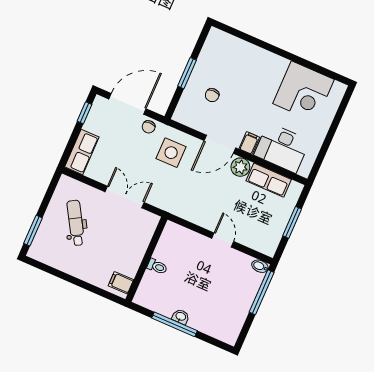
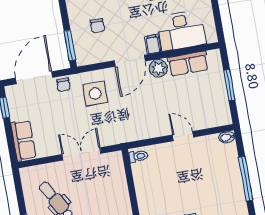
window: (187, 73) -> (70, 45), moved
toilet: (157, 267) -> (138, 156), moved
window: (262, 292) -> (246, 179), moved

